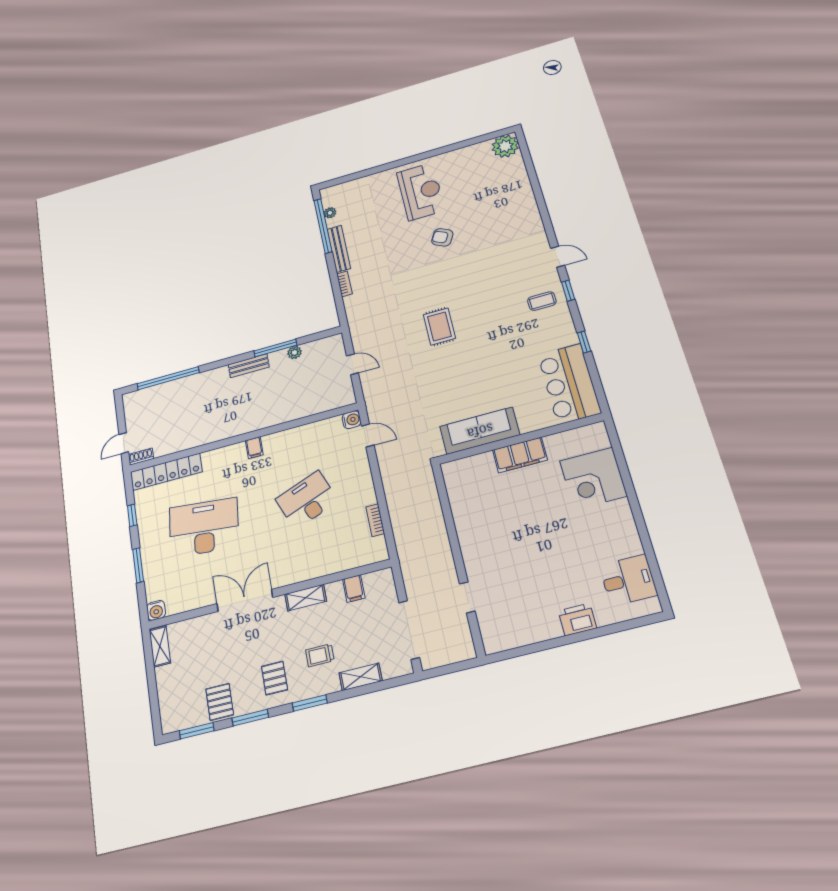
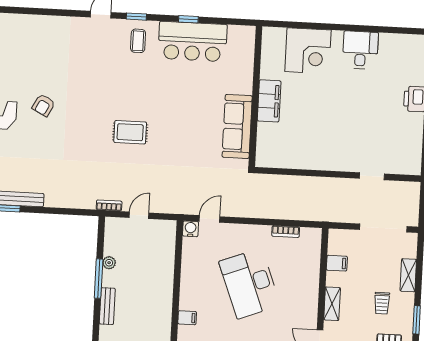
bookcase: (344, 284) -> (109, 205), moved
bar counter: (569, 384) -> (193, 41), moved
desk: (307, 500) -> (250, 283), width x1.36, depth x1.30
desk: (628, 580) -> (360, 50), moved

